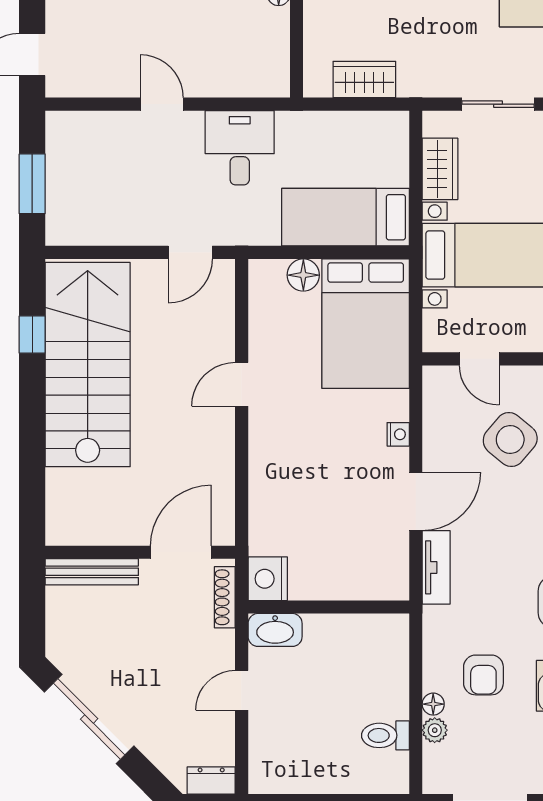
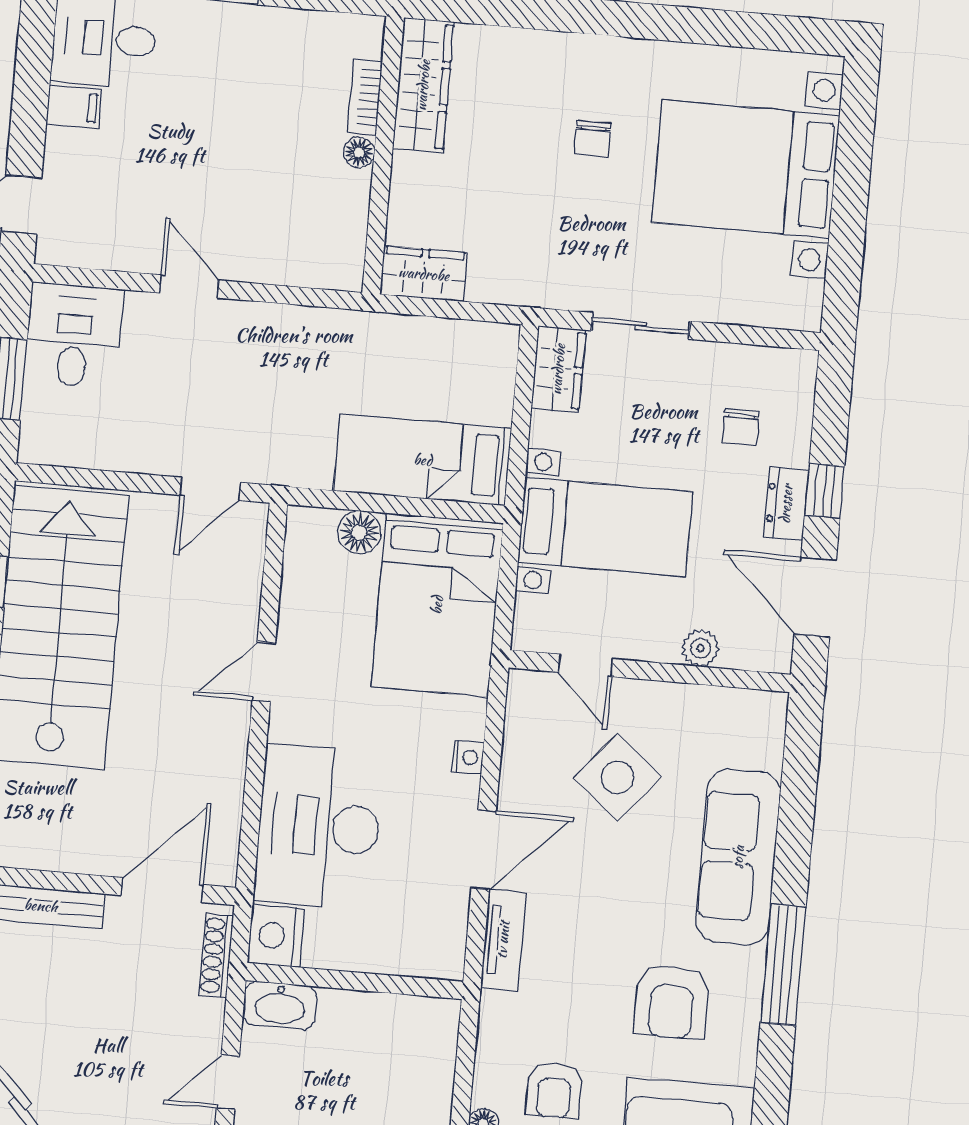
wardrobe: (364, 80) -> (424, 274), moved
desk: (240, 148) -> (74, 335), moved
wardrobe: (440, 169) -> (558, 369), moved
desk: (292, 495) -> (319, 827), added

